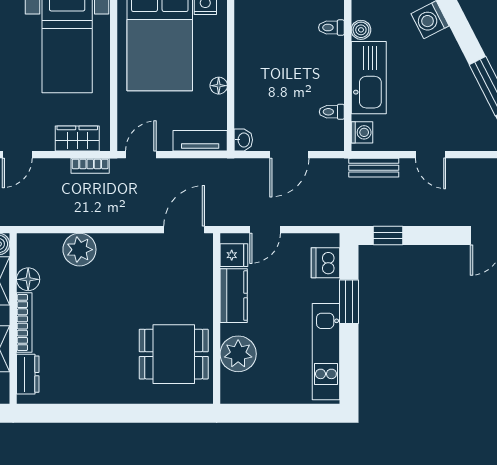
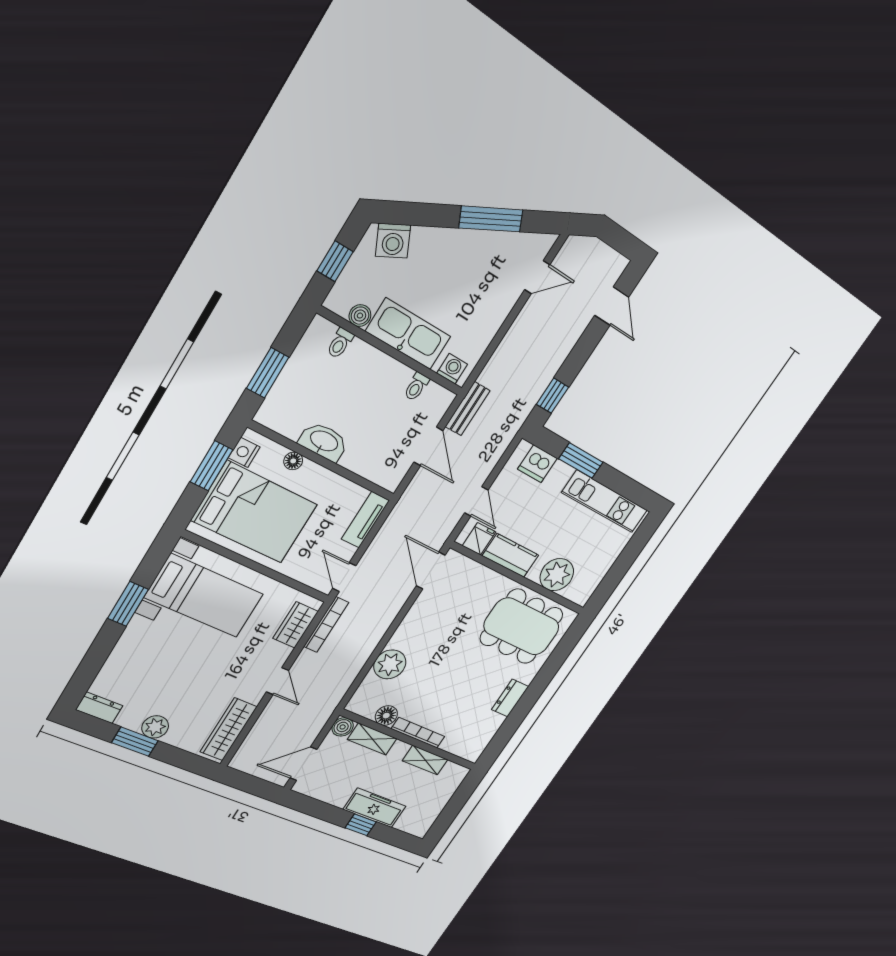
floor lamp: (219, 86) -> (293, 461), moved
washbasin: (243, 140) -> (324, 442), moved, width x1.91, depth x1.45
door: (430, 155) -> (537, 277), moved
bookcase: (90, 166) -> (326, 625), width x1.56
bench: (374, 168) -> (468, 409), moved
dining table: (174, 354) -> (522, 627), width x1.38
dresser: (28, 374) -> (510, 698), moved, turned -90

